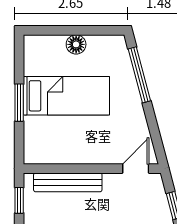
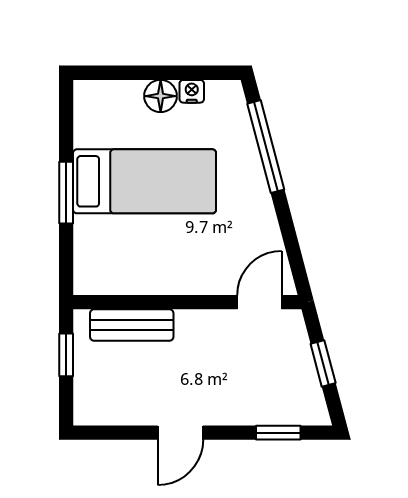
nightstand: (95, 42) -> (192, 91), added
bench: (68, 182) -> (132, 325), width x0.73

